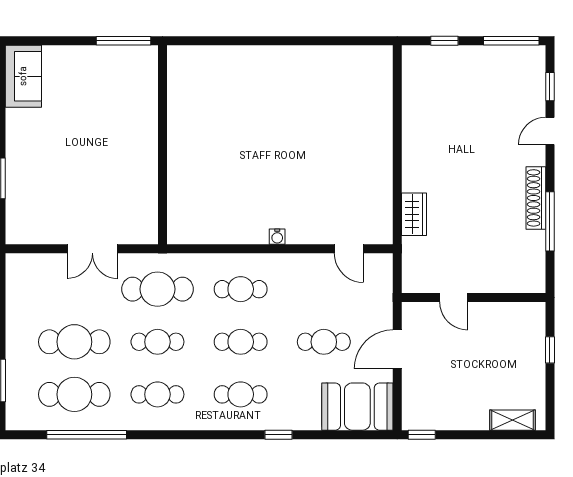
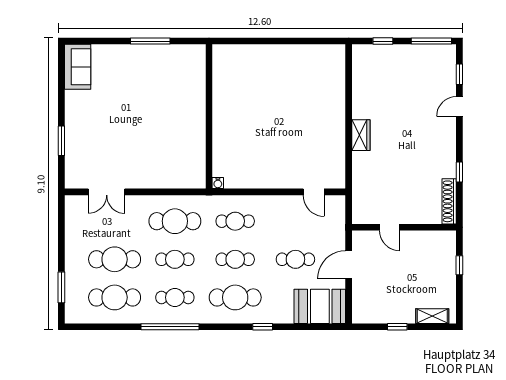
wall: (163, 145) -> (209, 116), moved
shoe rack: (536, 198) -> (449, 201), moved
wardrobe: (414, 214) -> (361, 135), moved
window: (550, 221) -> (459, 172), width x0.46
water cooler: (277, 237) -> (218, 183), moved
double door: (92, 249) -> (107, 192), moved
cafe table: (241, 394) -> (235, 297), width x1.37, depth x1.35
window: (87, 435) -> (170, 327), moved
window: (422, 435) -> (397, 327), moved

